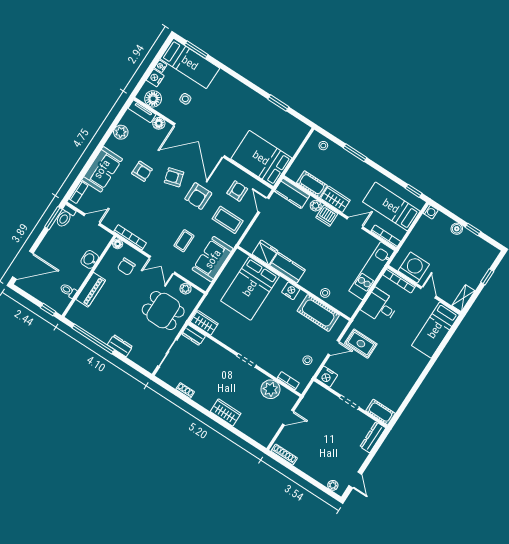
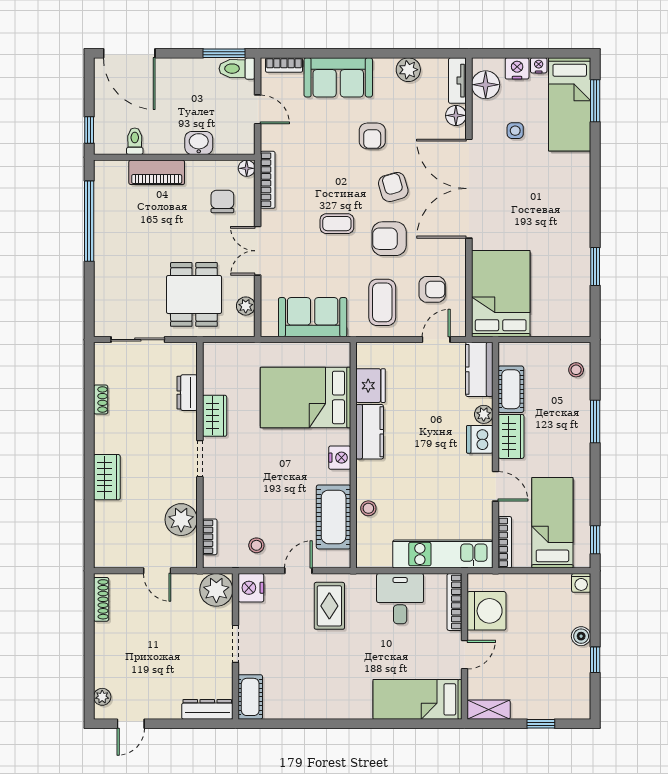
coffee table: (184, 241) -> (337, 224), moved
chair: (126, 267) -> (222, 201), turned 90
wardrobe: (204, 323) -> (215, 416), moved
dresser: (193, 335) -> (187, 393), moved
dresser: (120, 346) -> (104, 266), removed
door: (334, 348) -> (298, 571), swing flipped
plant: (317, 394) -> (216, 590), added

